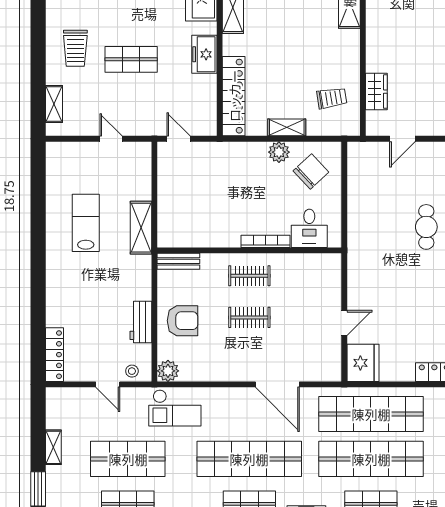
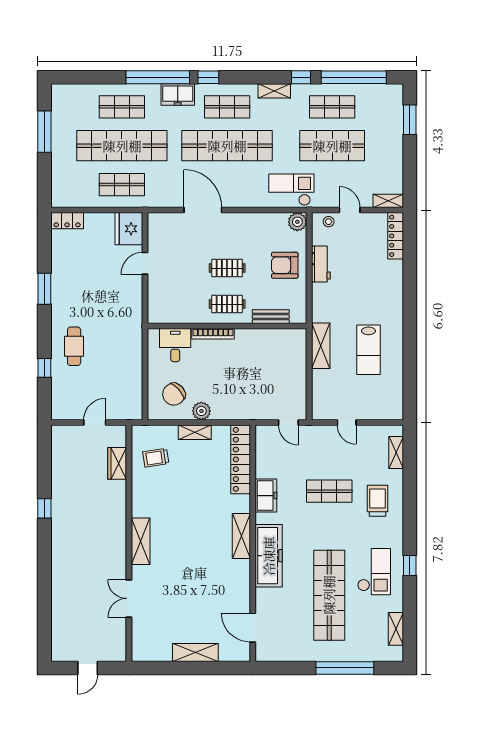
bench: (178, 261) -> (271, 317), moved
shop shelf: (371, 414) -> (122, 185), width x0.50, depth x0.74
shelving: (53, 447) -> (388, 201), moved, turned 90

